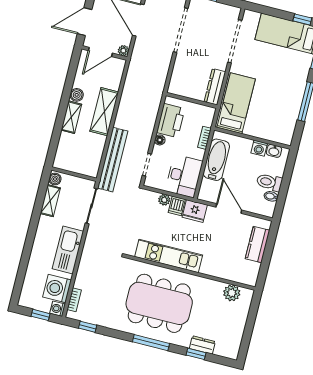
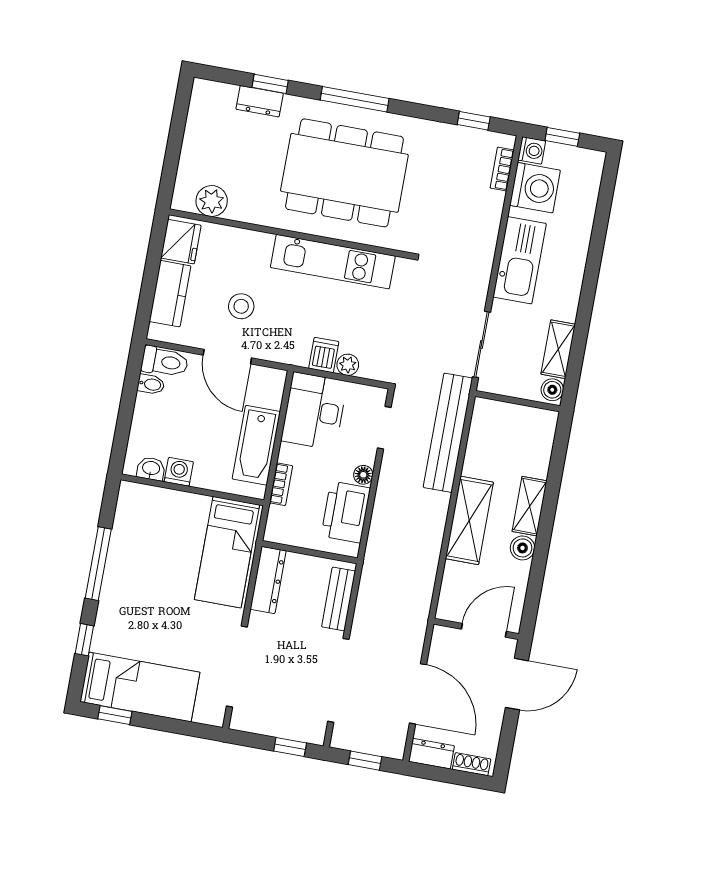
plant: (123, 51) -> (442, 636), removed
bench: (178, 74) -> (339, 599), added
toilet: (269, 182) -> (165, 362), moved
fridge: (195, 211) -> (181, 242), moved, turned 90
stool: (220, 235) -> (241, 306), added

